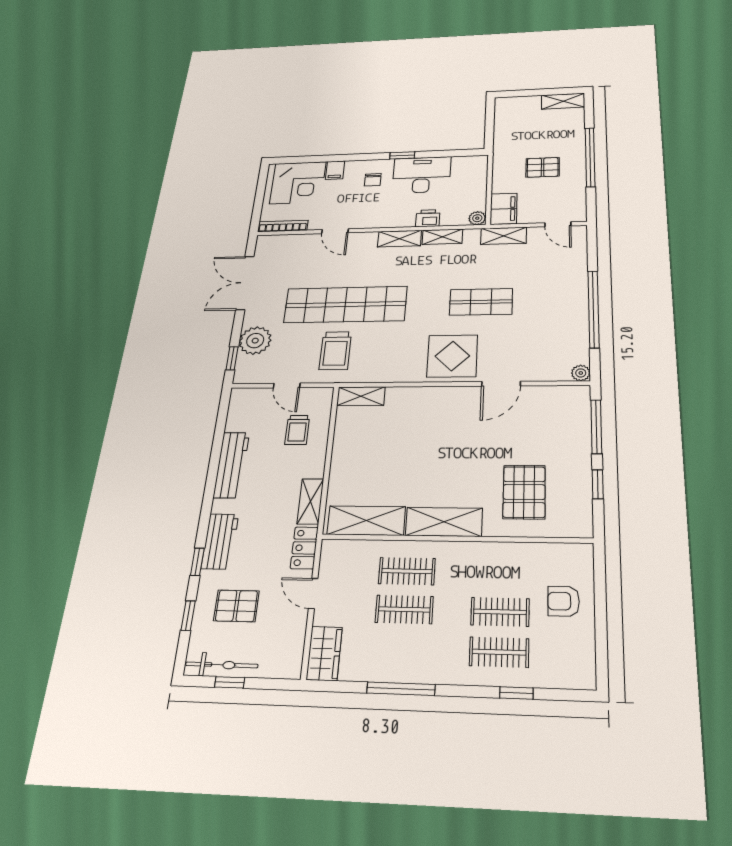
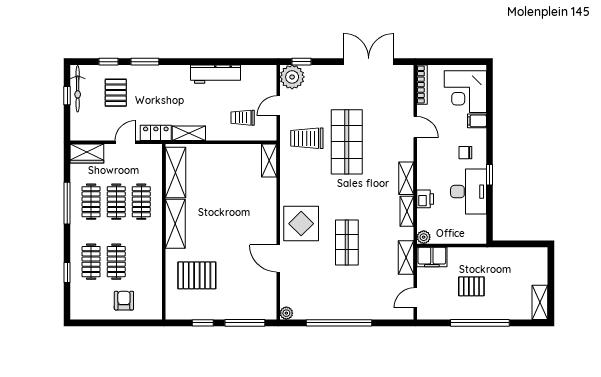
pallet: (543, 167) -> (471, 286), turned 90
door: (335, 231) -> (415, 127), swing flipped
shop shelf: (345, 305) -> (347, 142), width x0.71
plant: (255, 341) -> (292, 77), moved
workbench: (220, 541) -> (160, 75), removed
window: (197, 562) -> (145, 62), width x1.50
clothes rail: (401, 649) -> (91, 202), added

